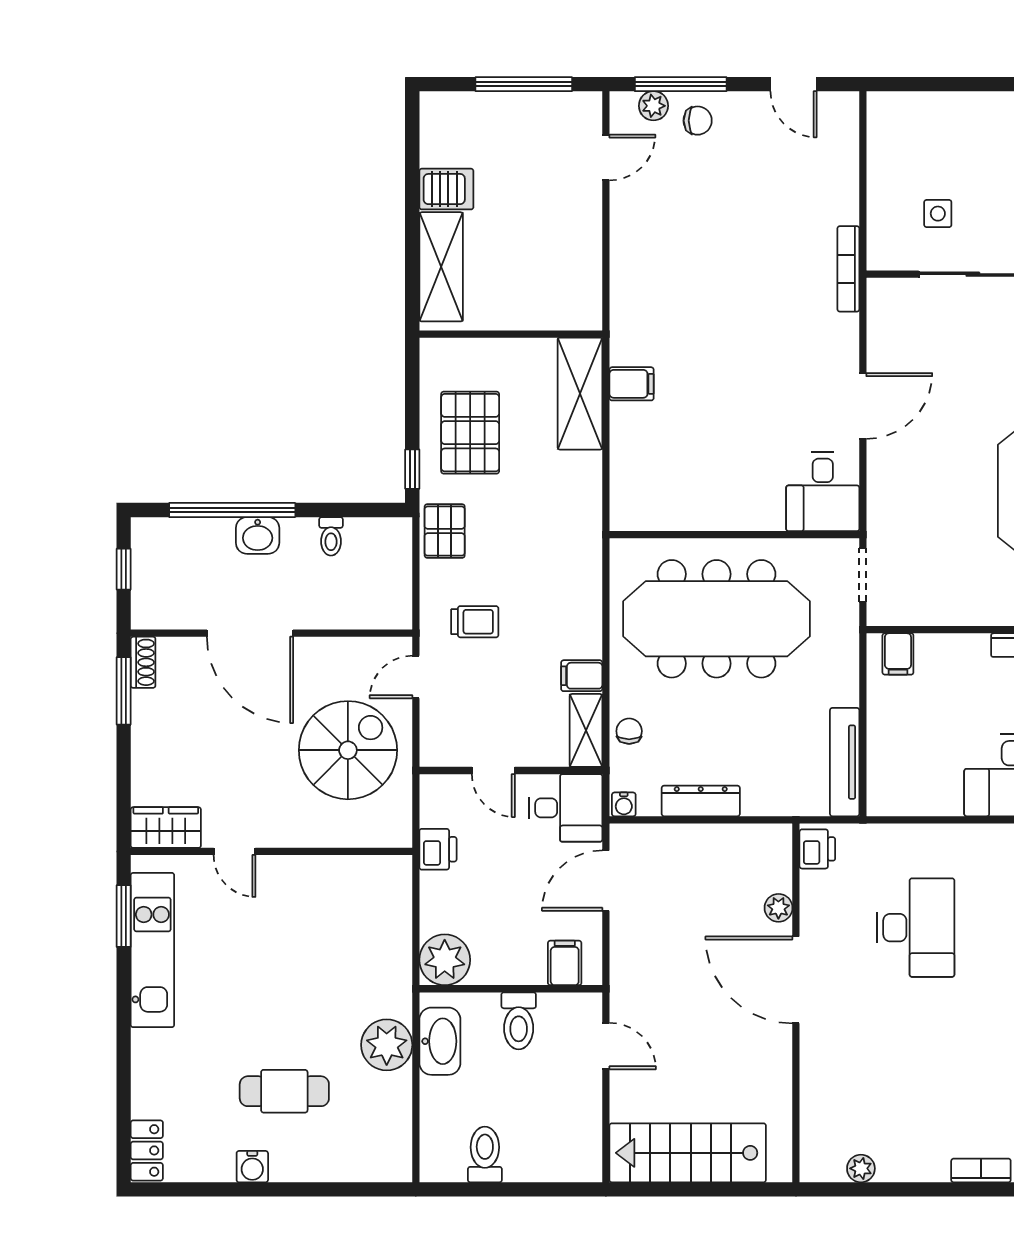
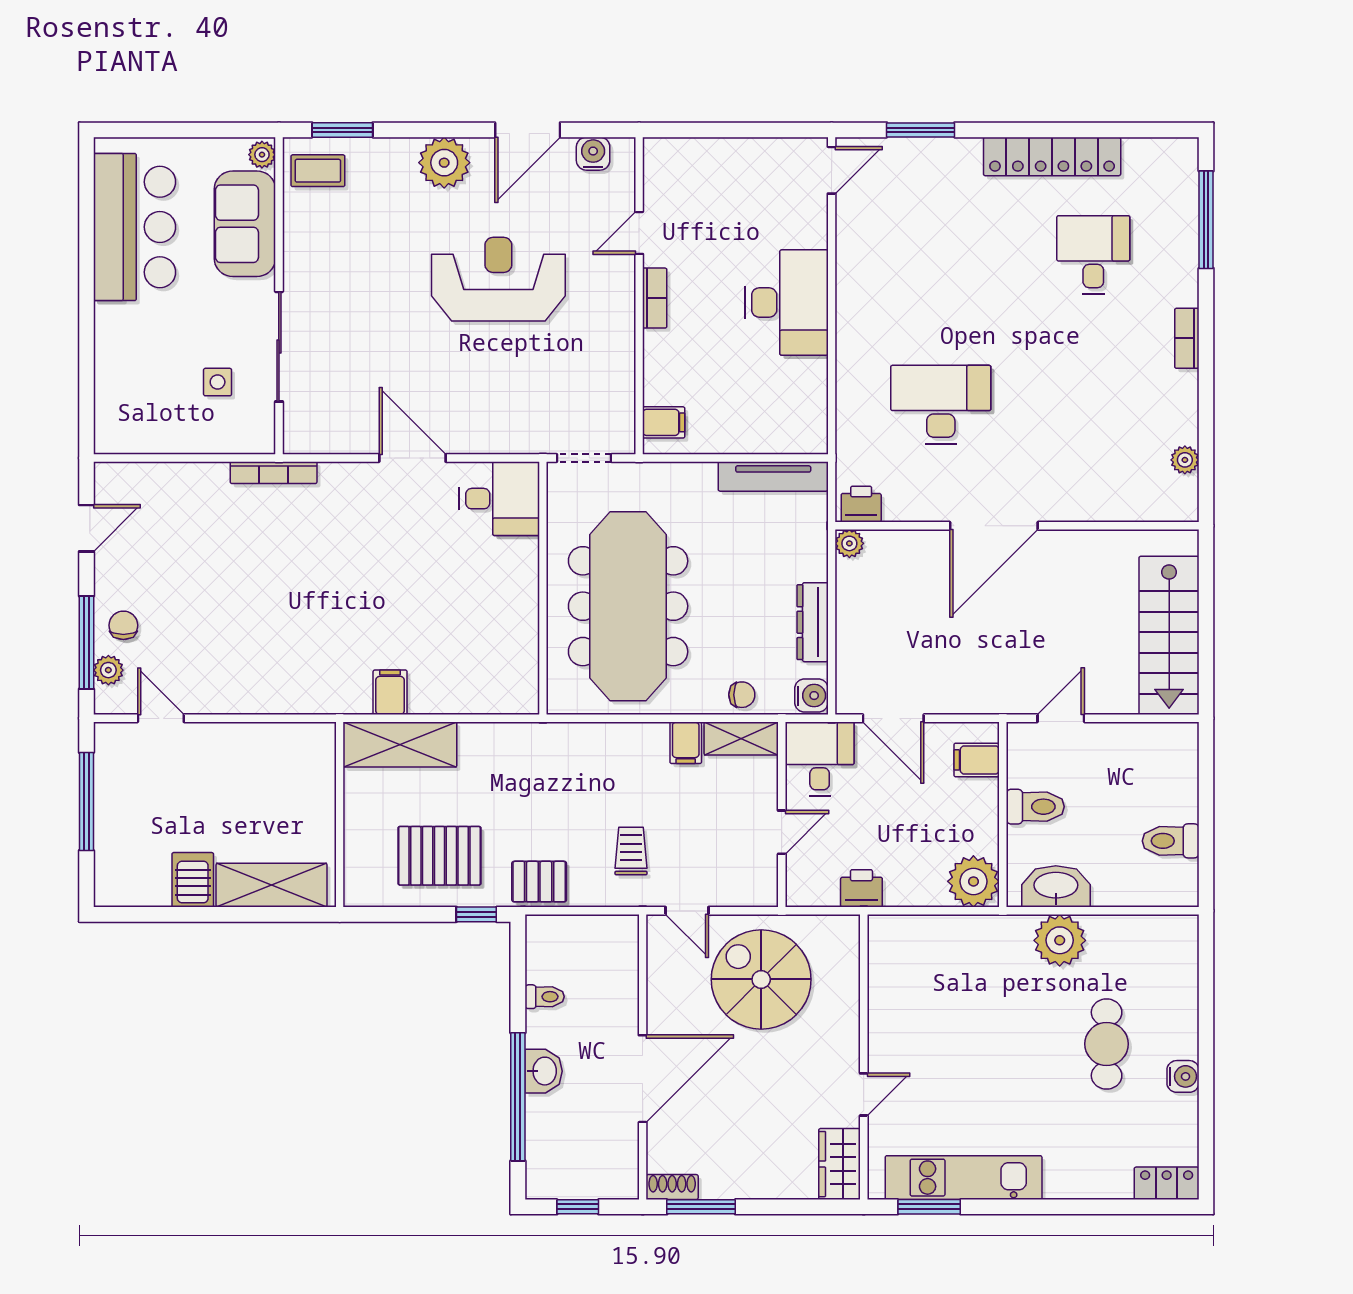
chair: (629, 731) -> (742, 695), turned 180
water cooler: (624, 804) -> (811, 696), width x1.38, depth x1.38
plant: (778, 908) -> (849, 543), moved

